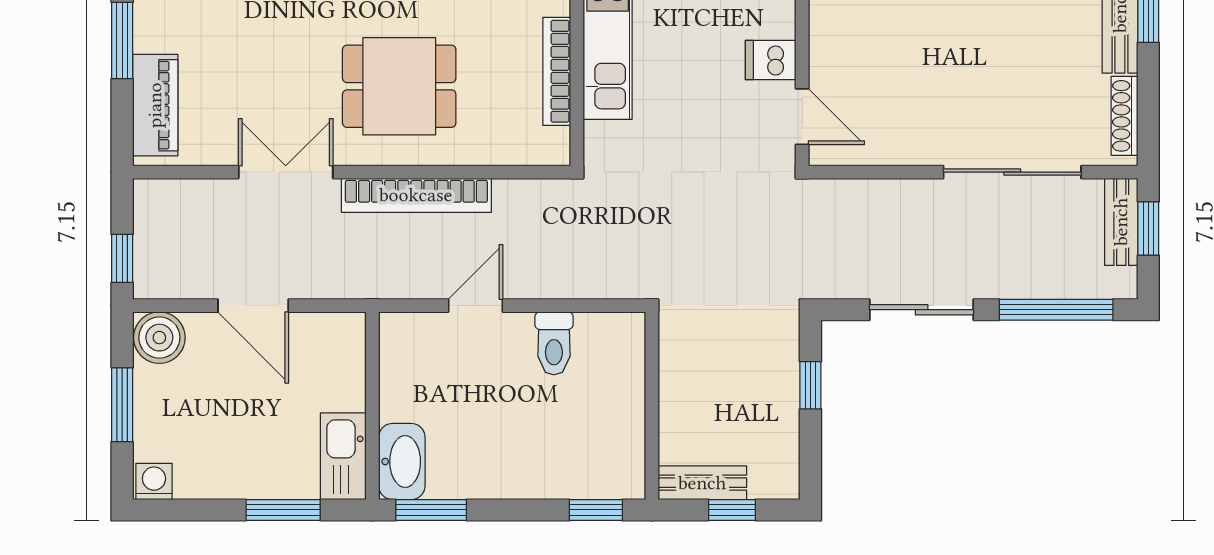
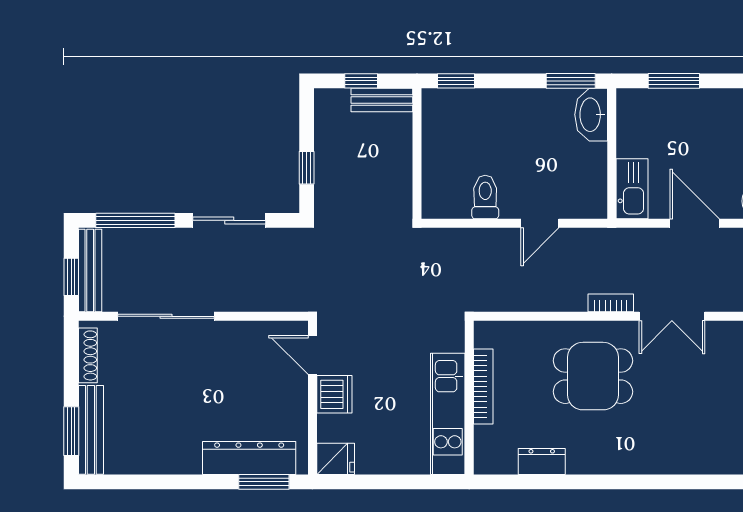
dishwasher: (771, 60) -> (334, 394), width x1.38
bookcase: (416, 195) -> (611, 303), width x0.43, depth x0.76
bench: (1121, 222) -> (90, 271), width x1.36
kitchen sink: (343, 456) -> (632, 189), moved

